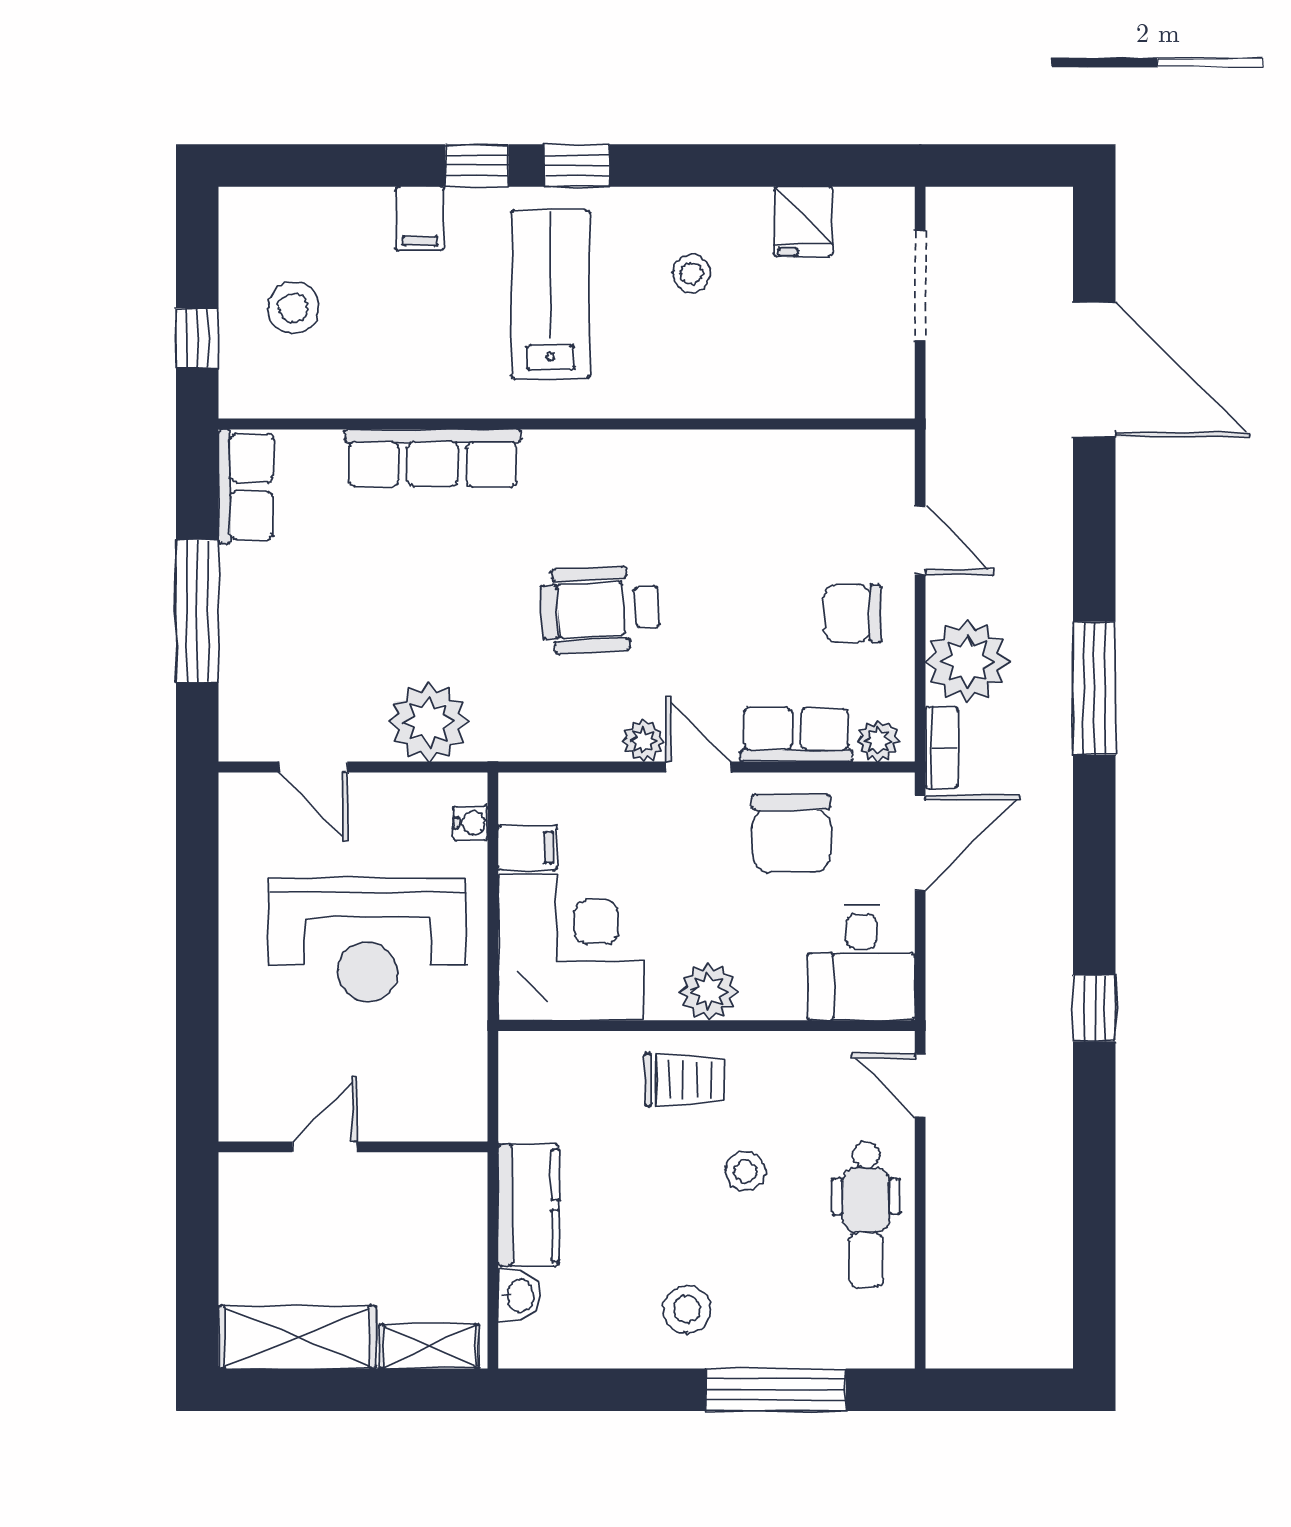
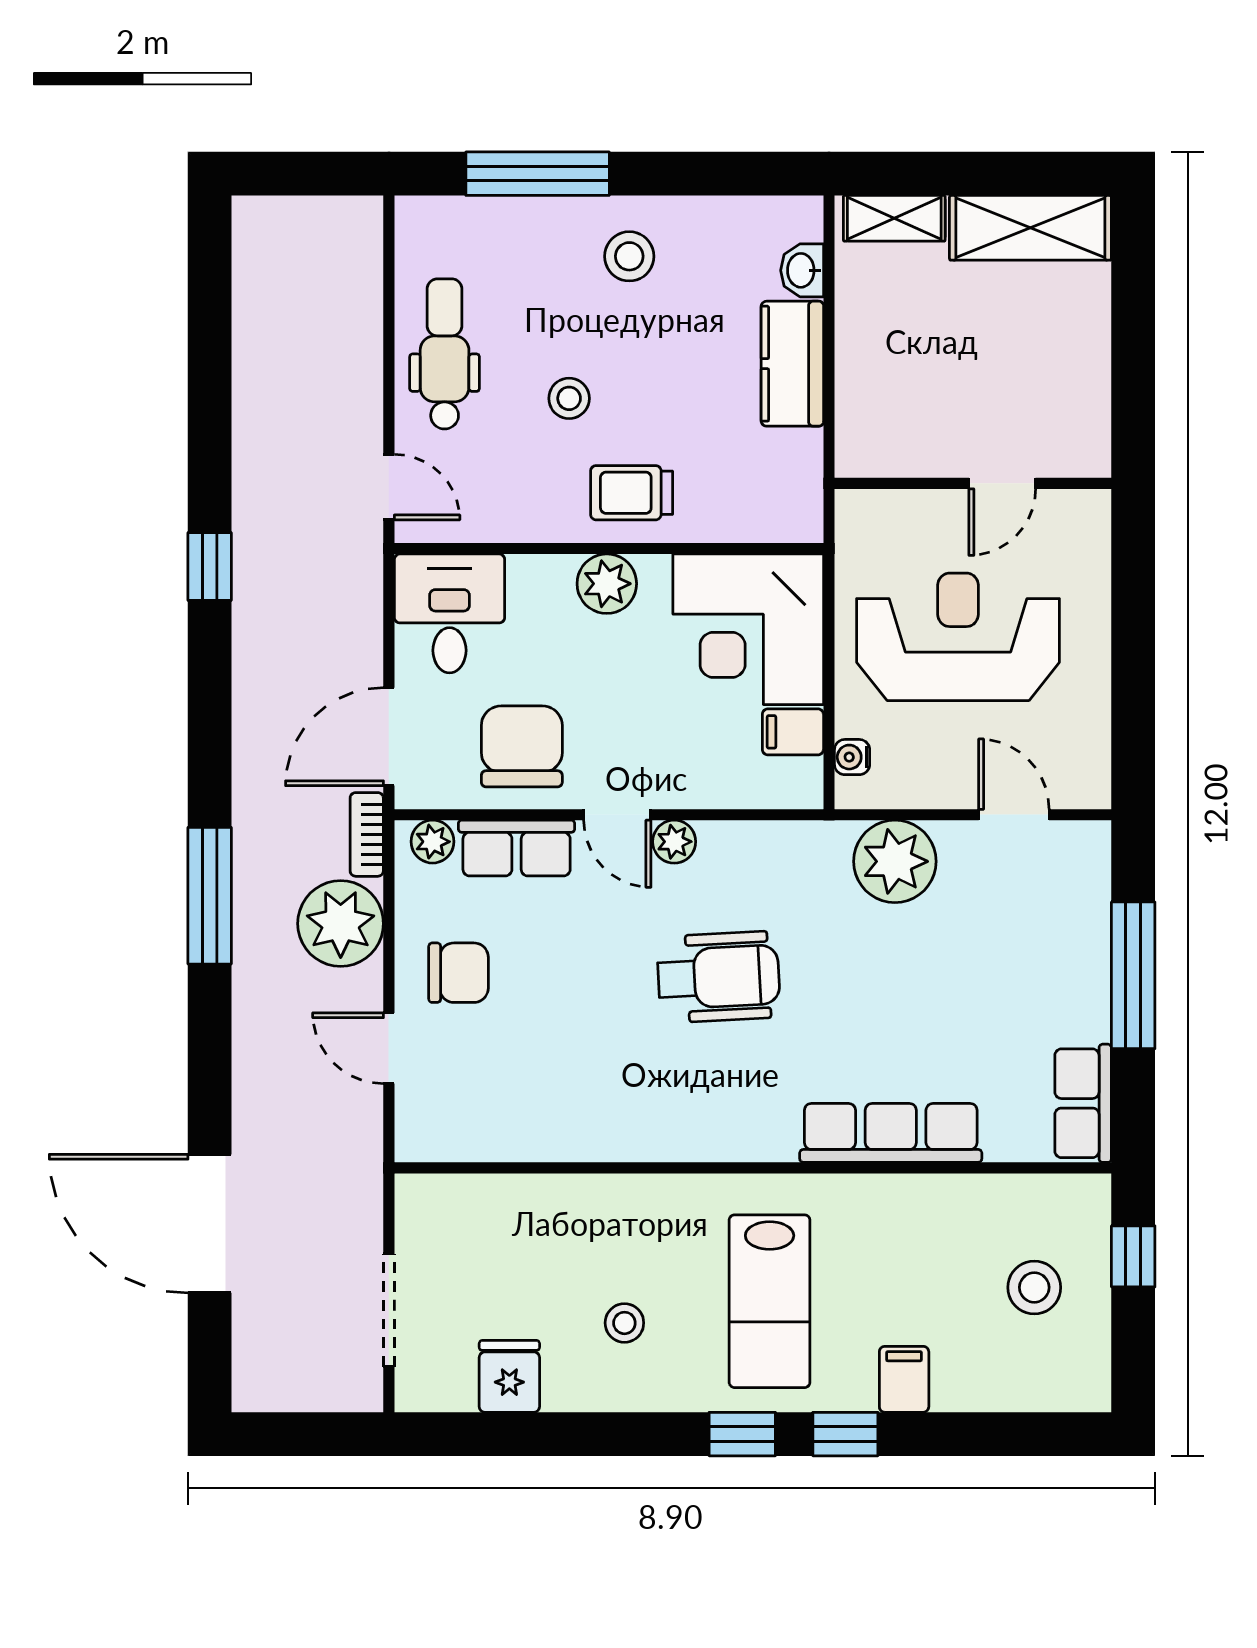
door: (324, 1147) -> (1002, 483), moved
wall: (353, 1147) -> (973, 483), moved

